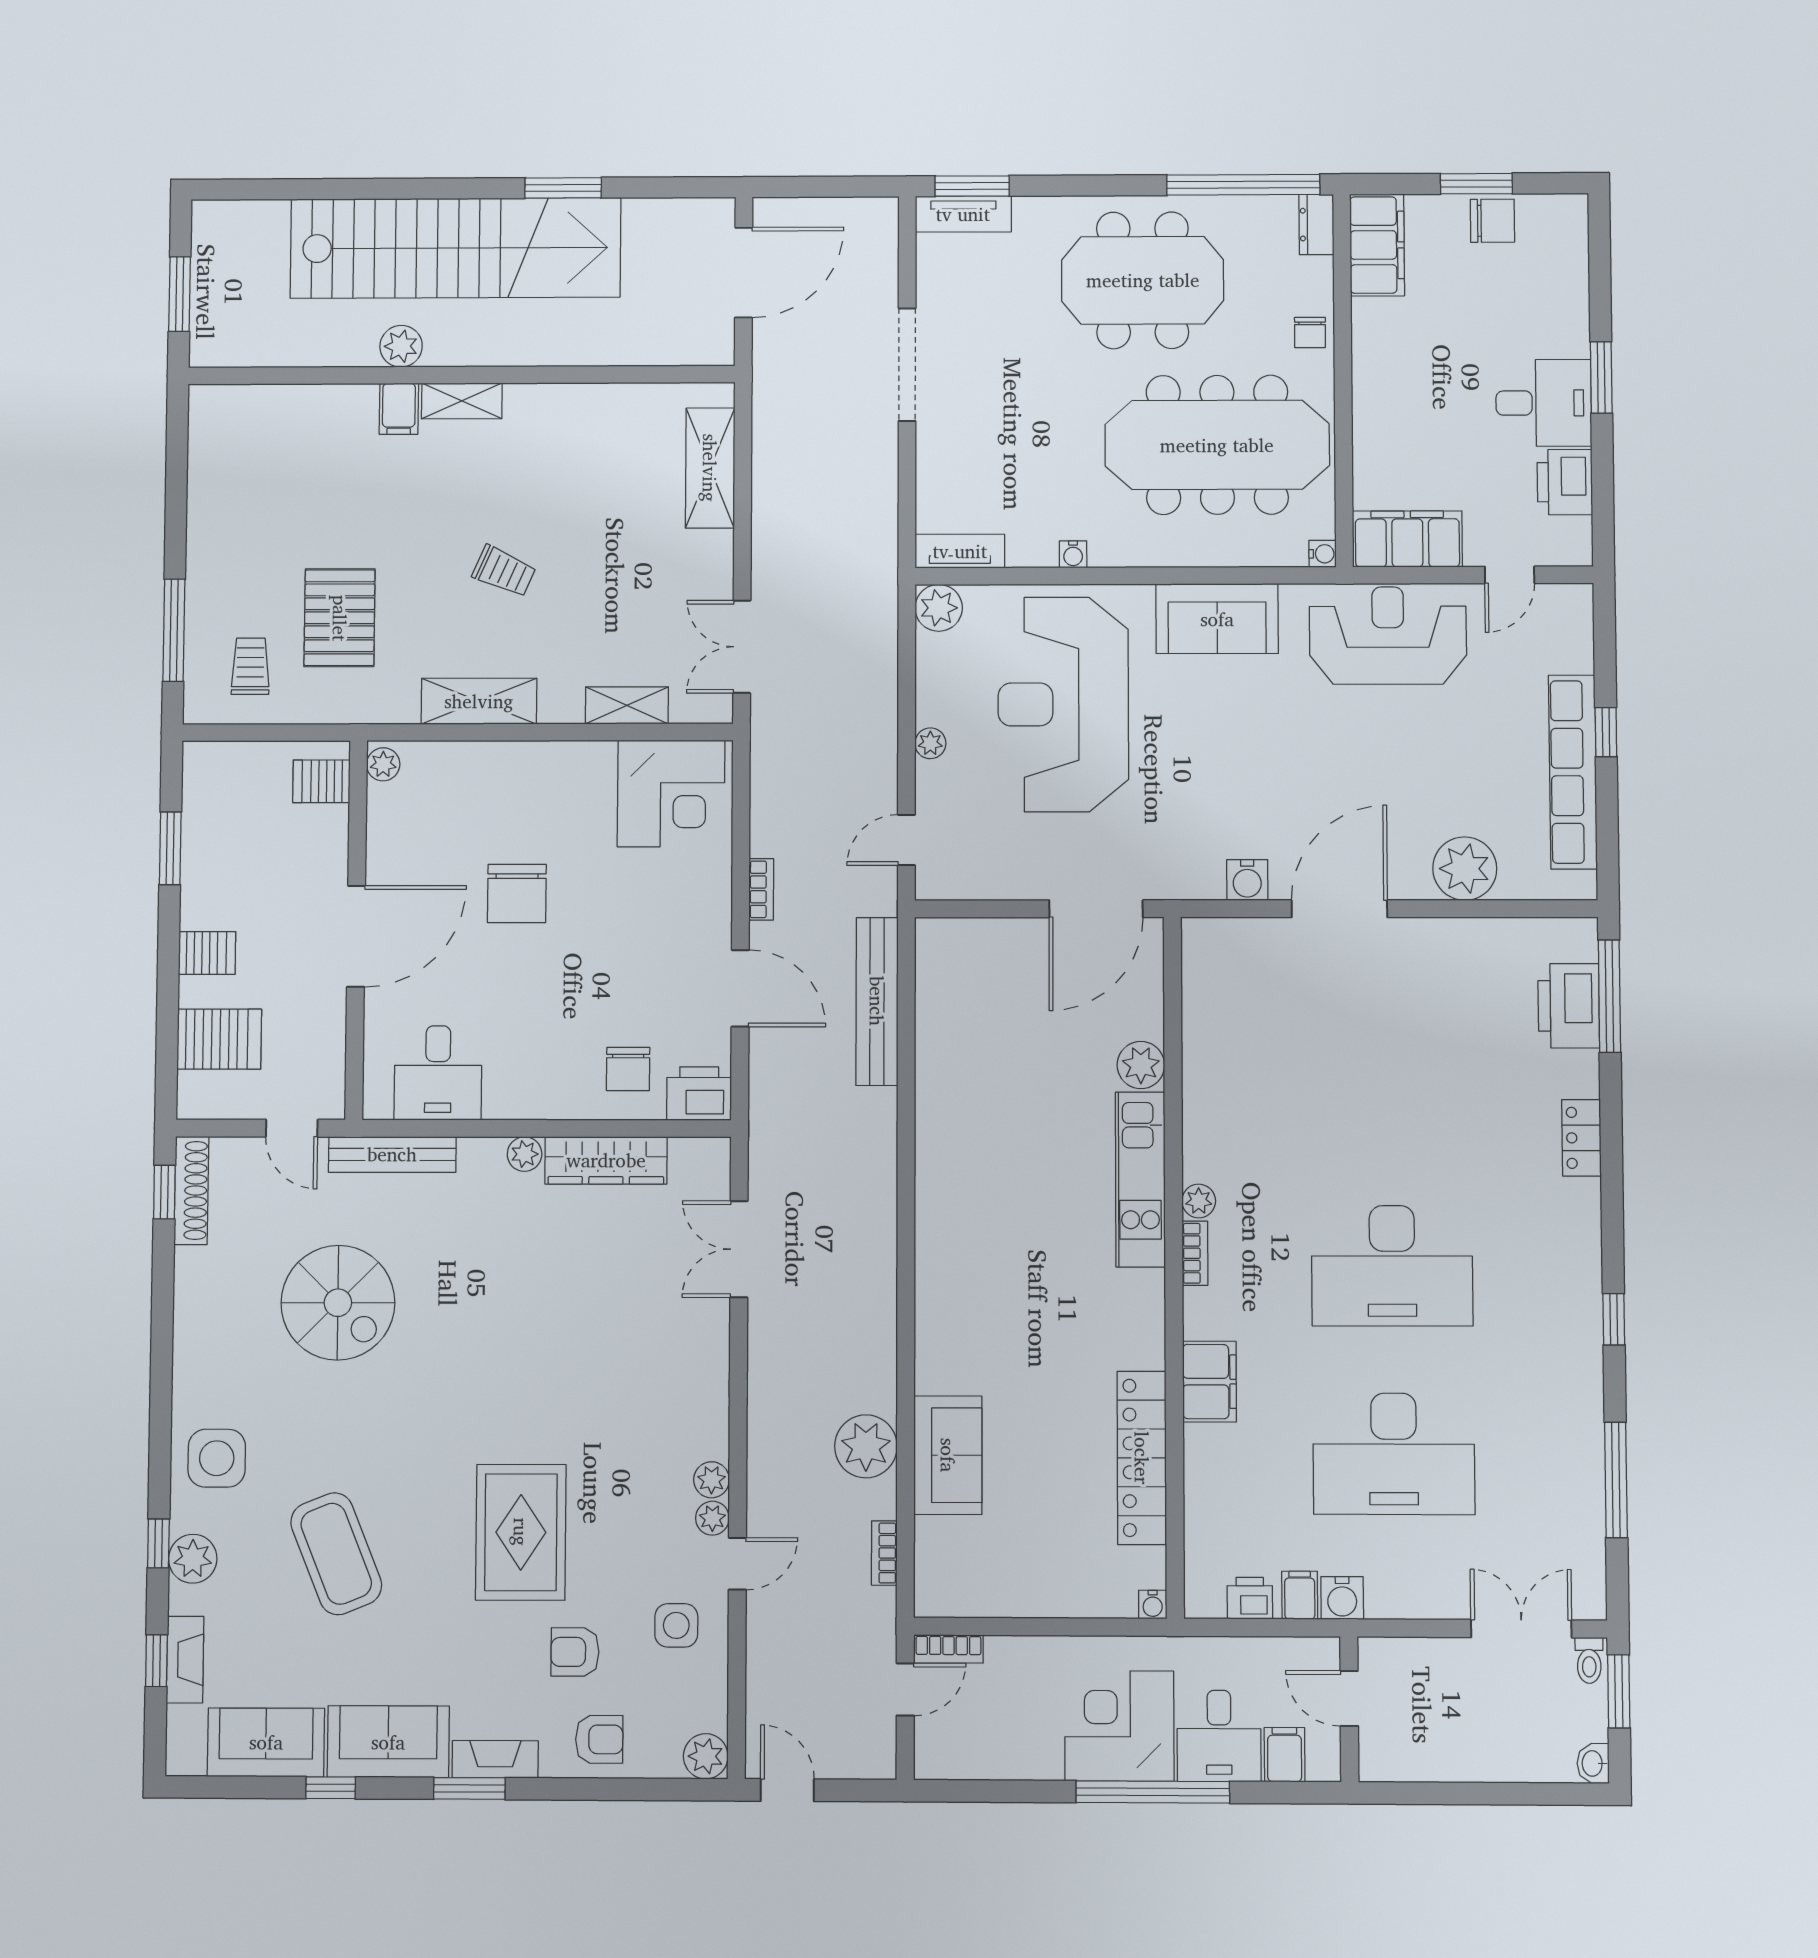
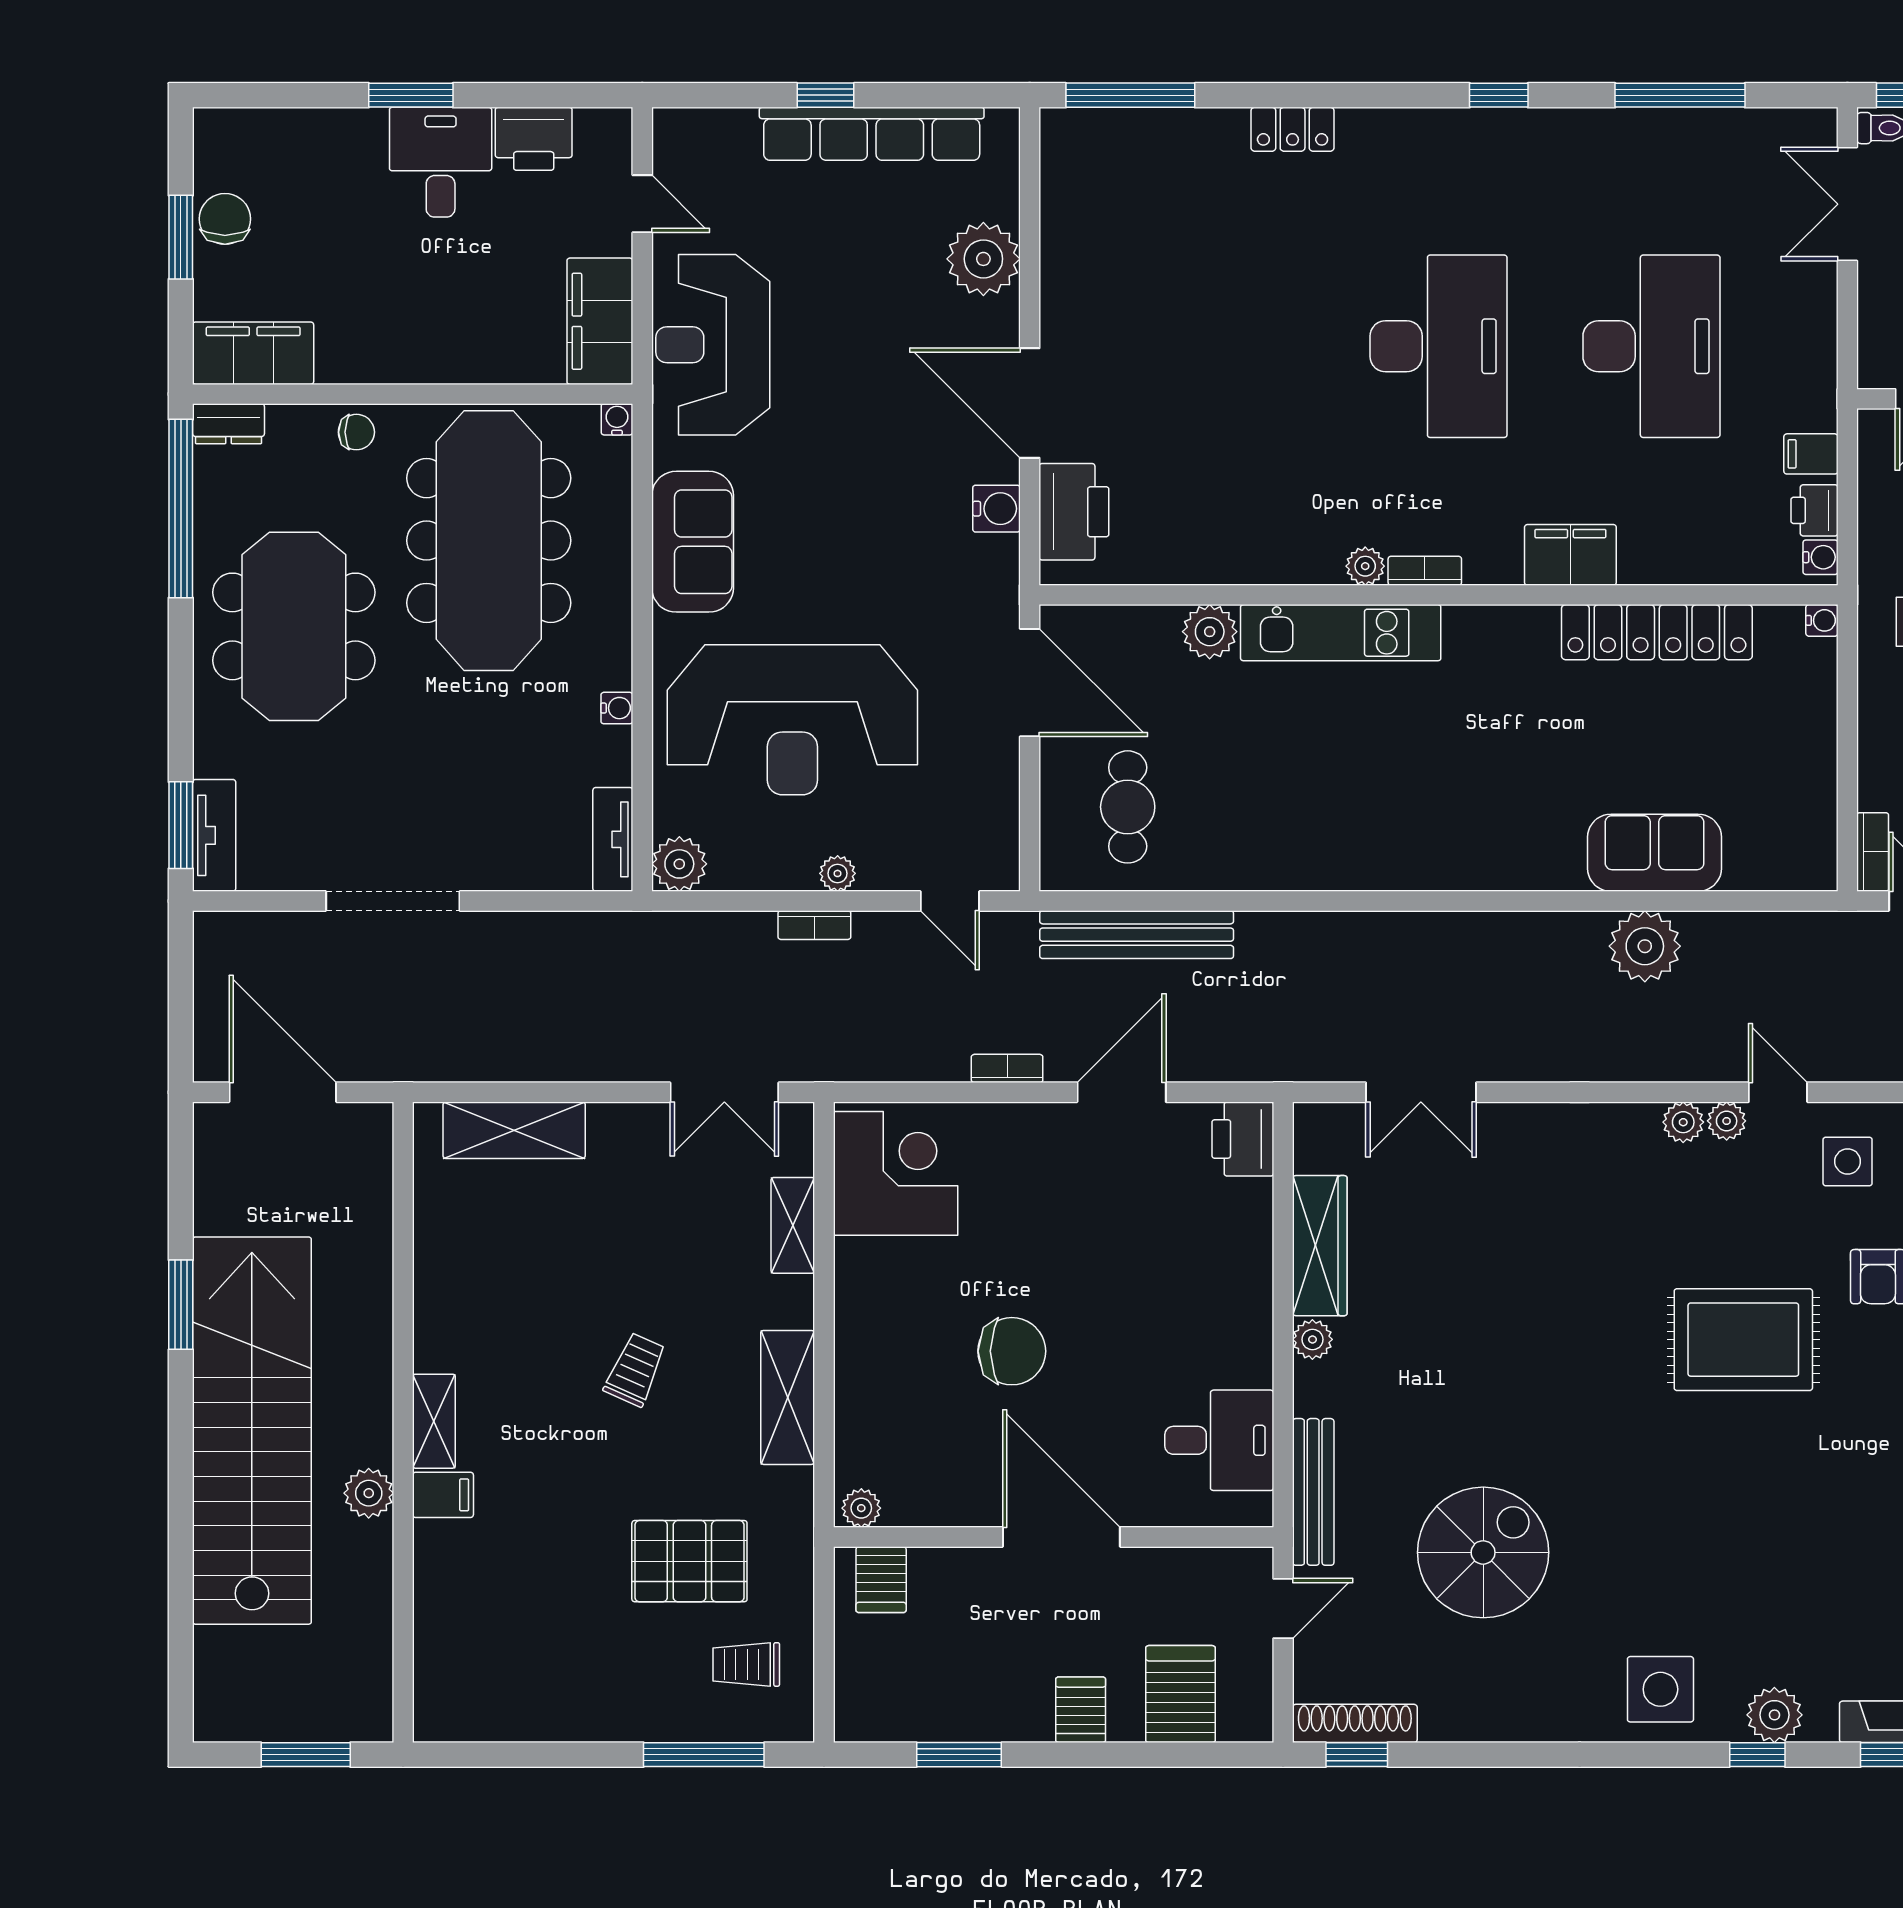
cafe table: (988, 994) -> (1128, 807), added
printer: (1569, 1006) -> (1074, 512), moved, turned -90
chair: (628, 1069) -> (1215, 1221), removed
bookcase: (884, 1553) -> (814, 925), moved
coffee table: (336, 1554) -> (1768, 1551), removed
water cooler: (1342, 1598) -> (1820, 557), moved, width x0.72, depth x0.72

